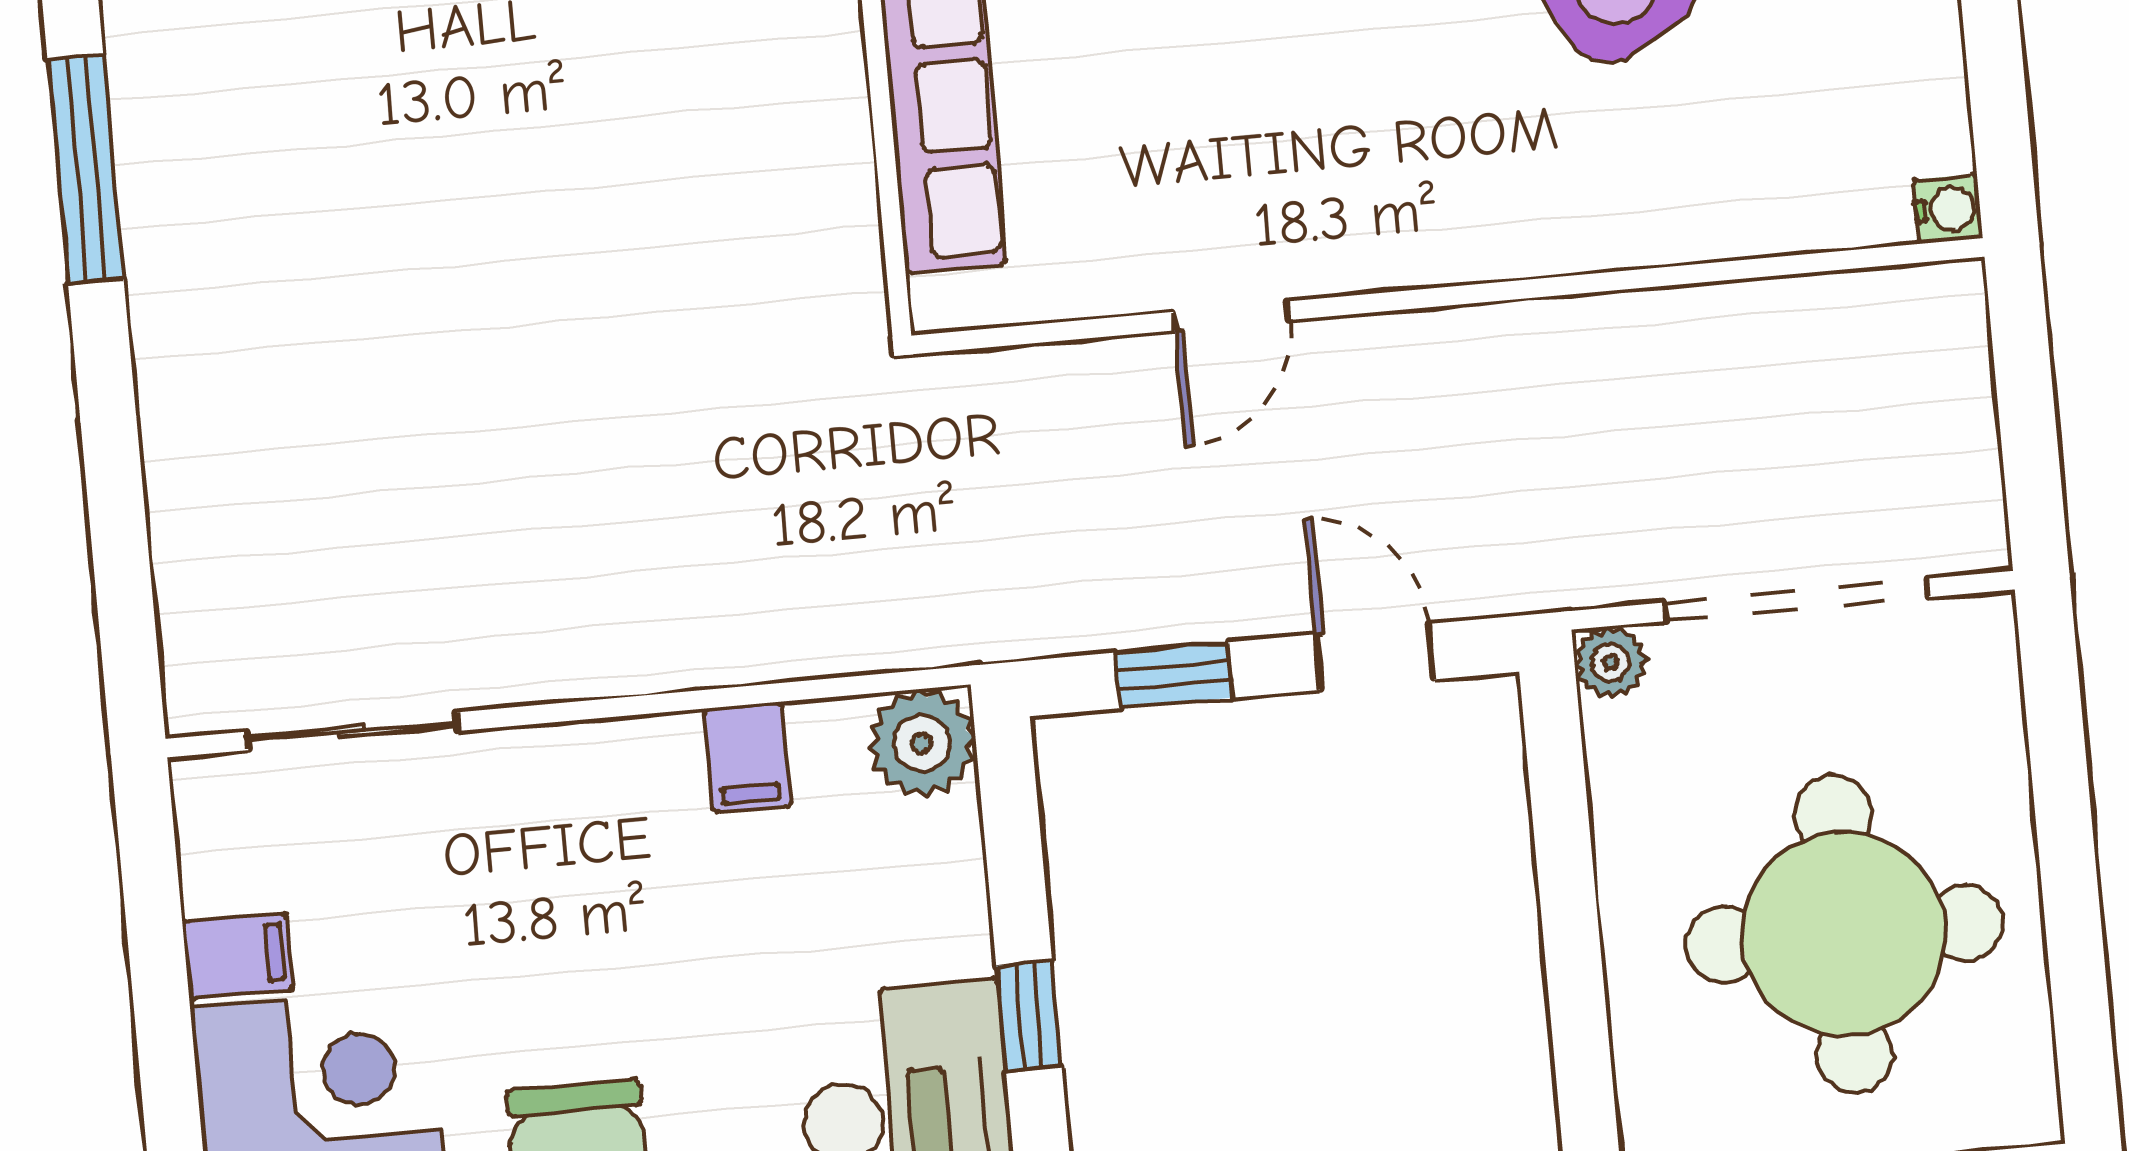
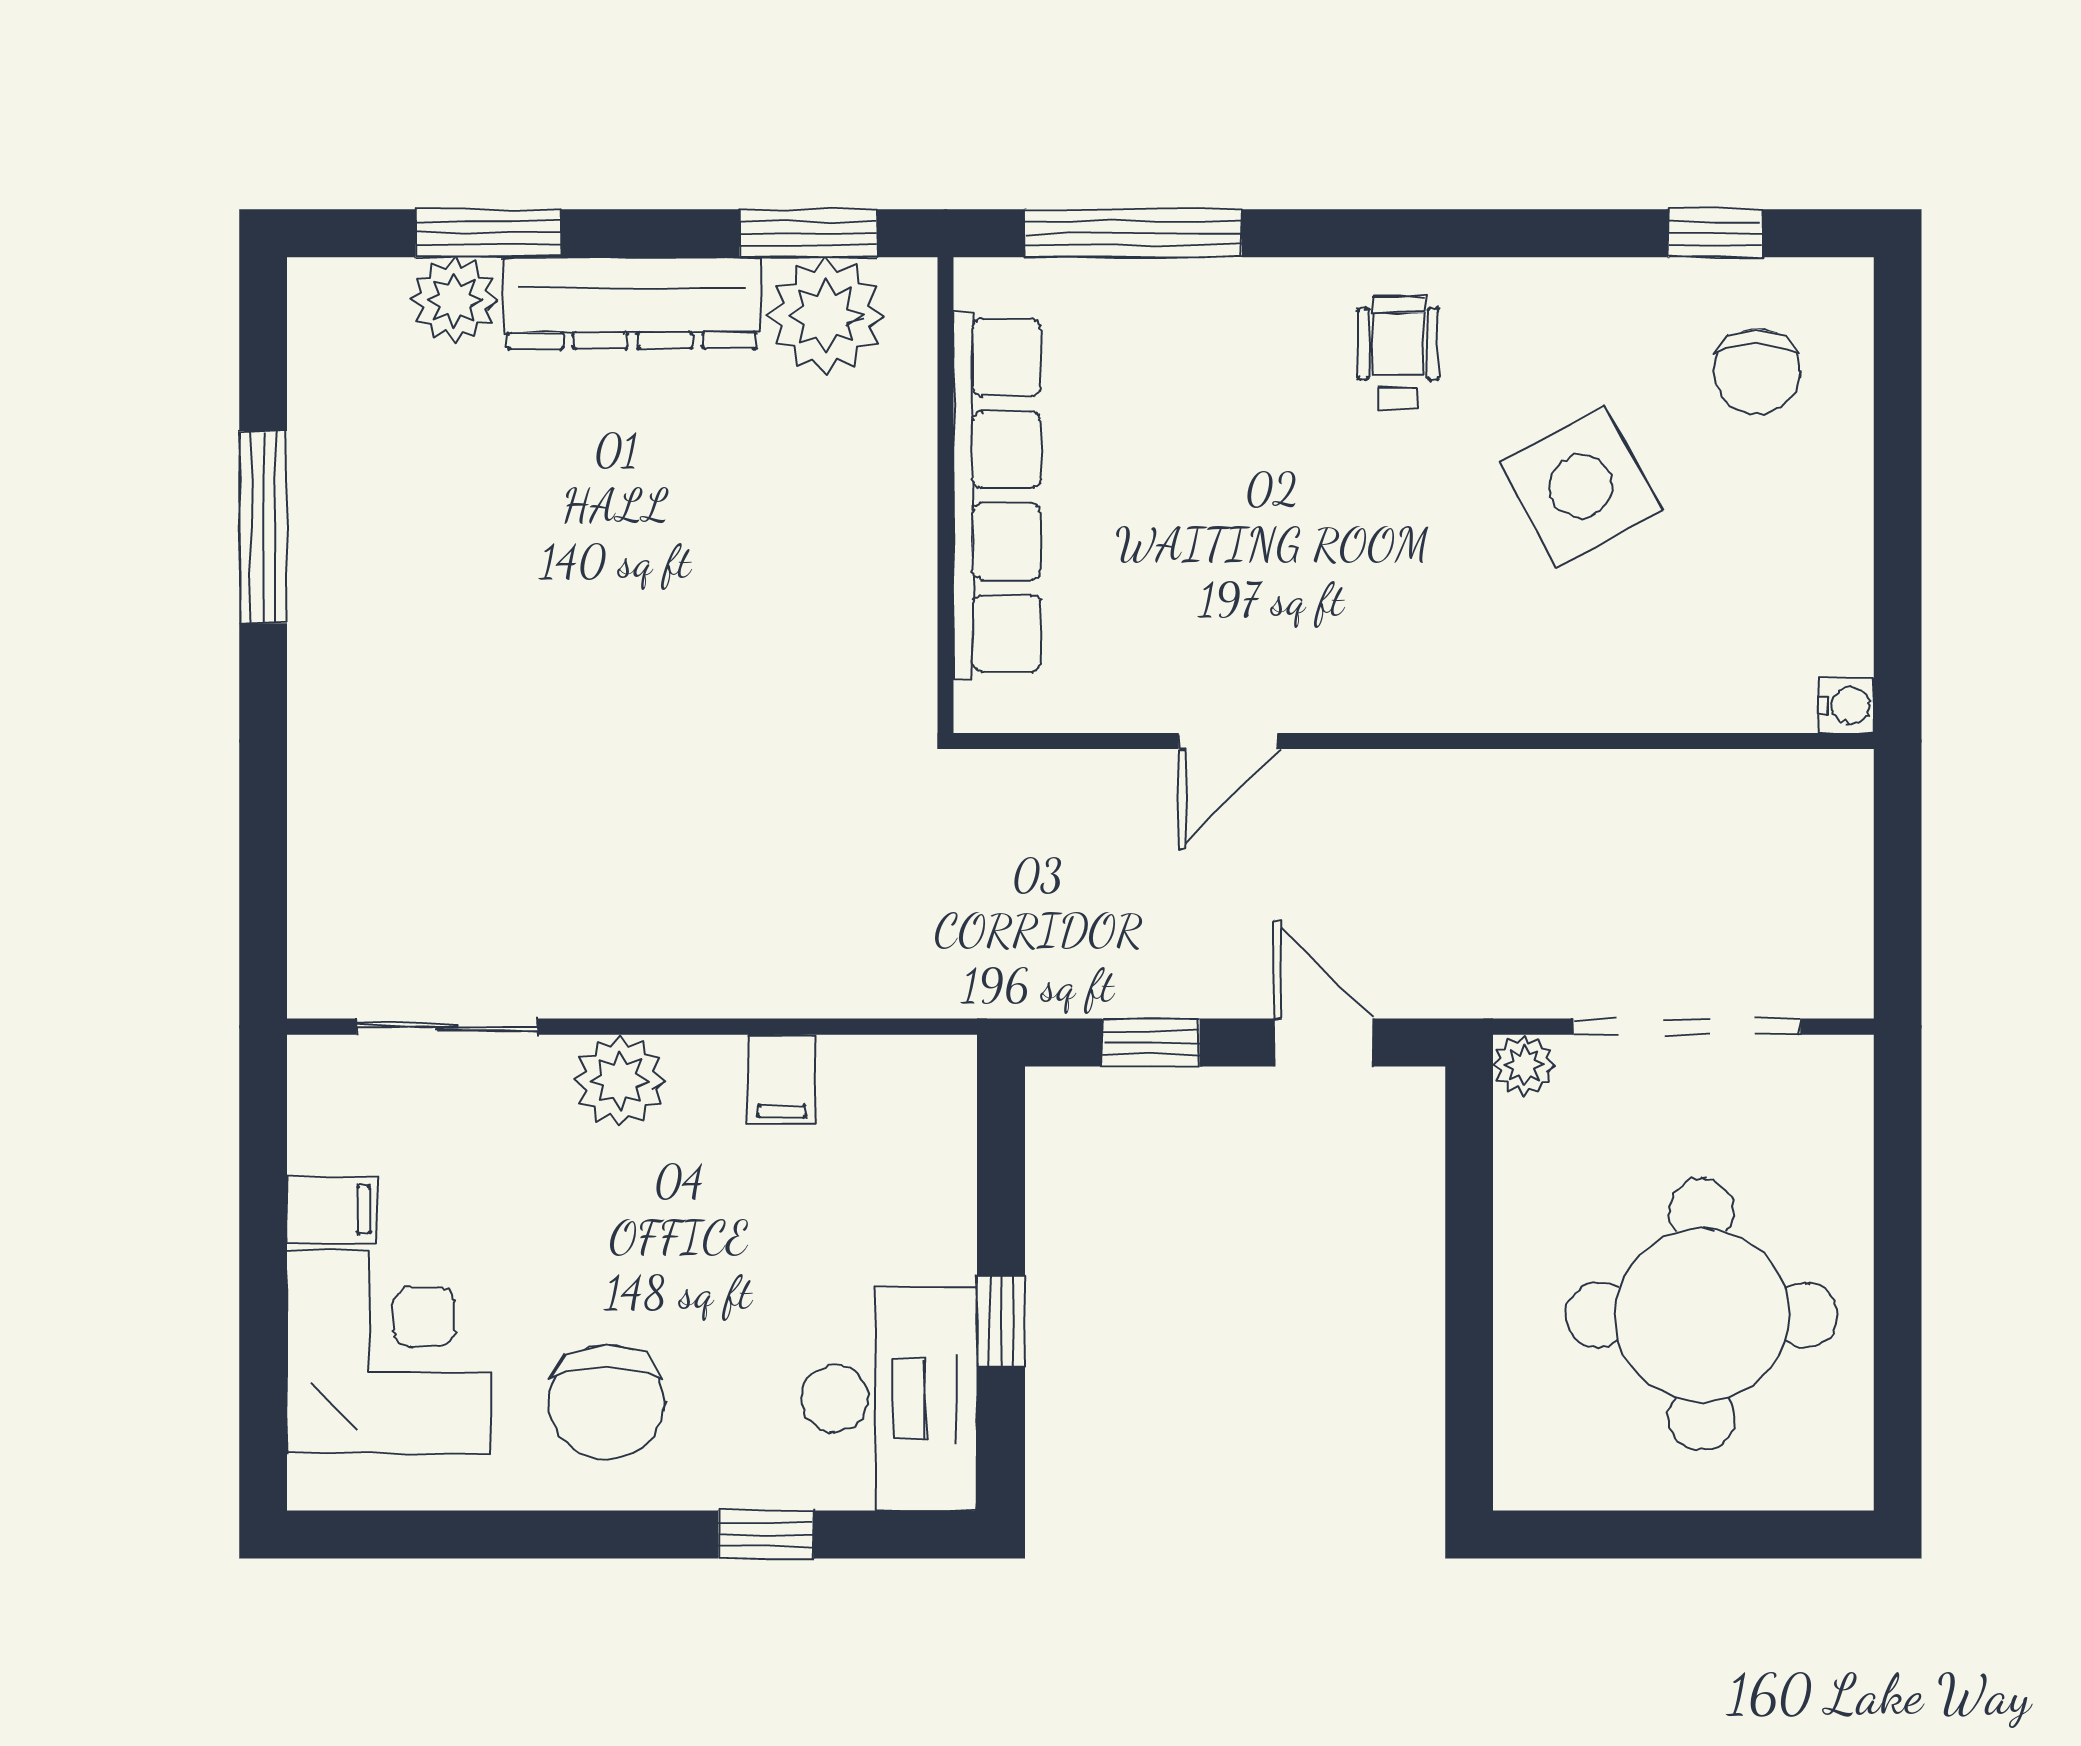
plant: (922, 743) -> (620, 1081), moved

